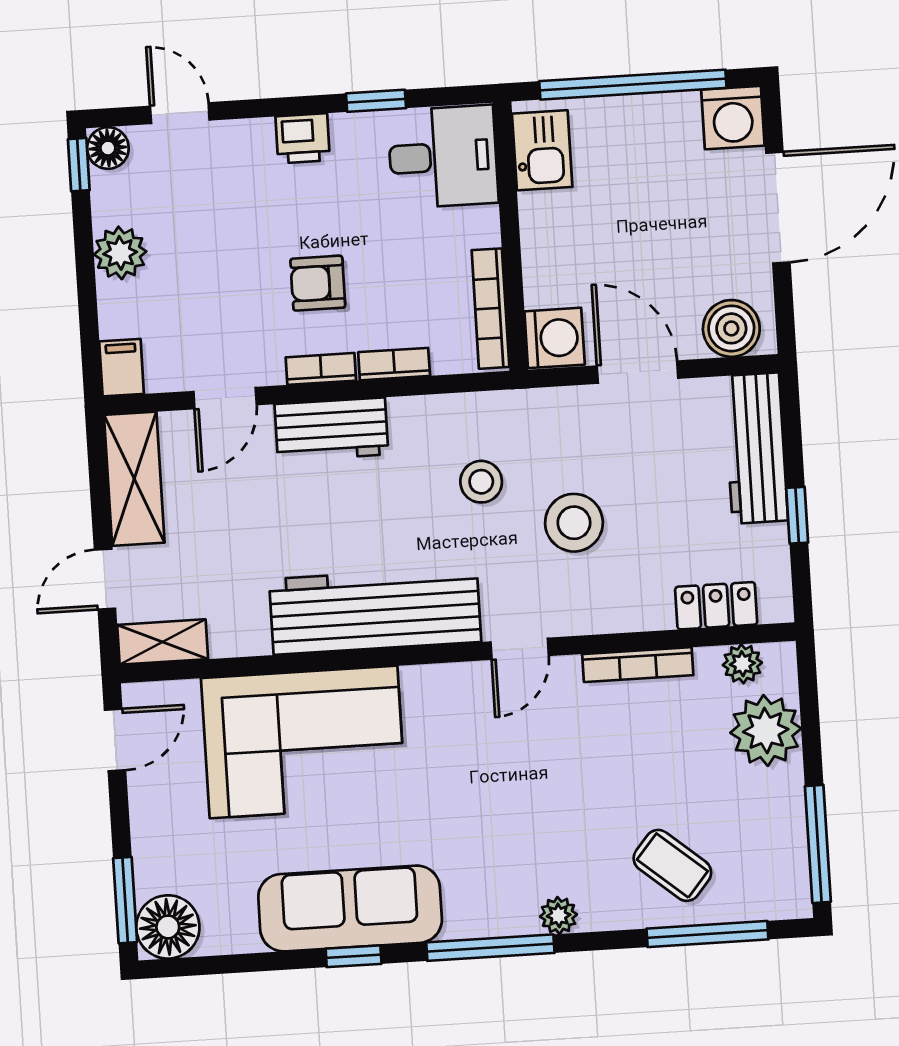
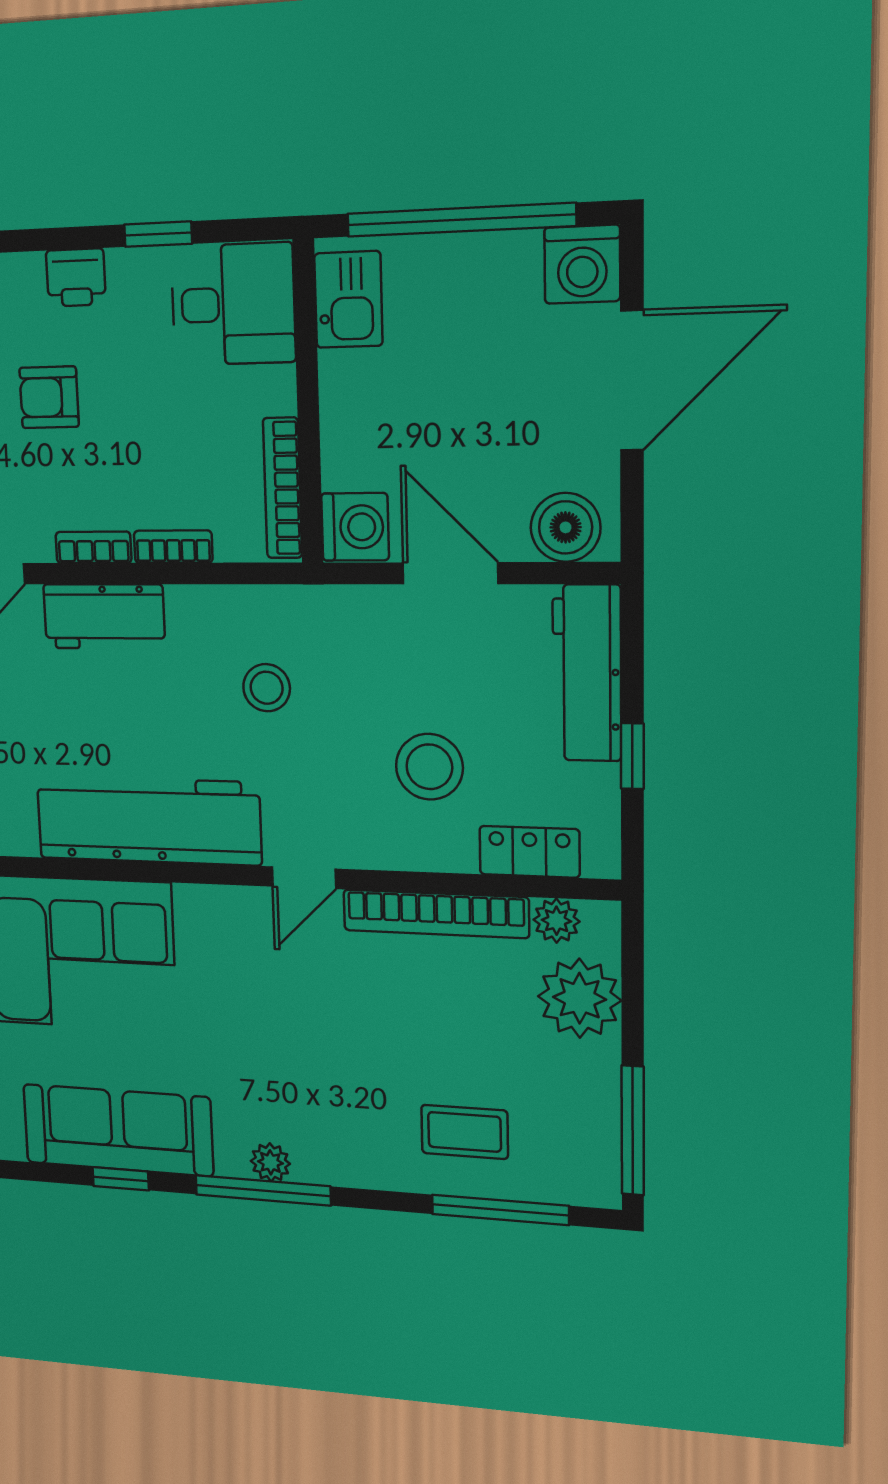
armchair: (318, 283) -> (49, 397), moved
stool: (574, 523) -> (429, 767), moved
bookcase: (638, 665) -> (436, 914), width x1.48, depth x1.31
coffee table: (672, 865) -> (465, 1132), turned -40
plant: (559, 915) -> (270, 1162), moved

